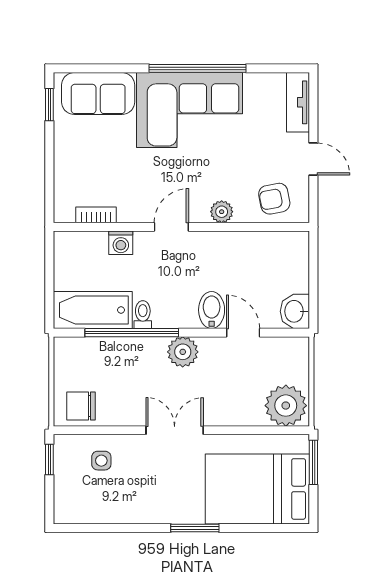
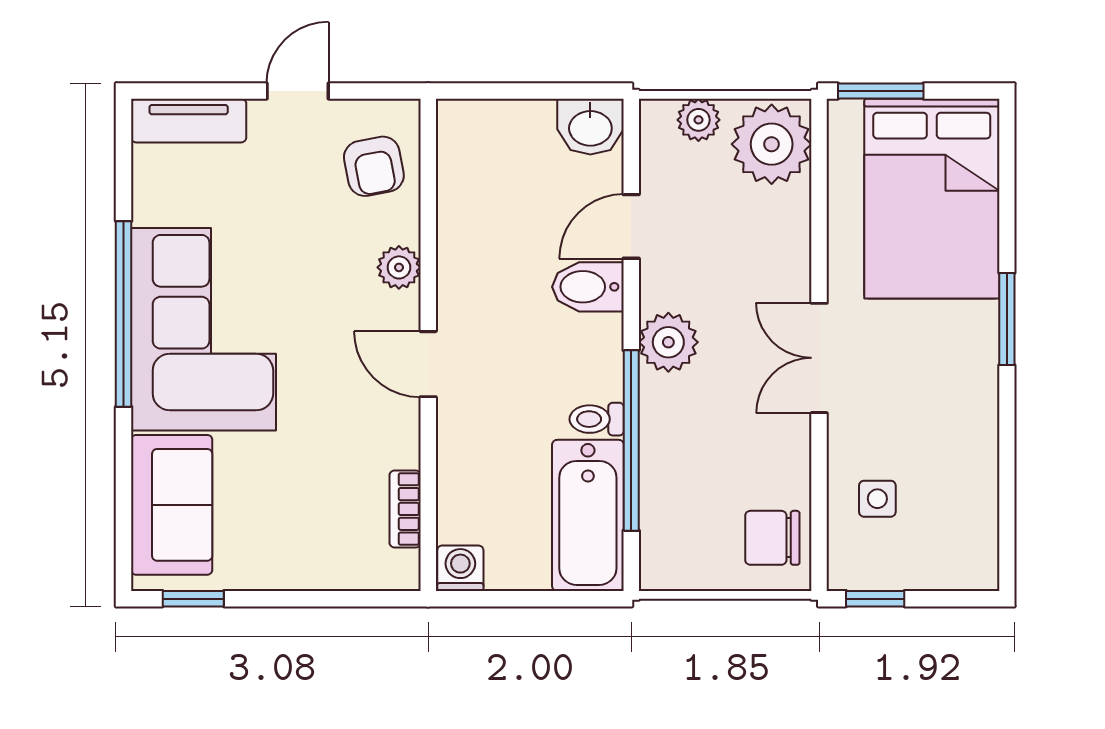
washing machine: (121, 243) -> (460, 568), moved, turned -90
plant: (298, 368) -> (698, 120), added
chair: (81, 406) -> (772, 538), turned 90

